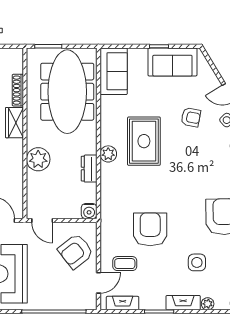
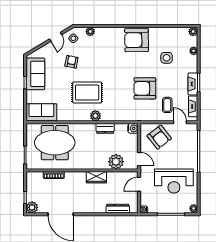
meeting table: (67, 92) -> (55, 143), width x0.73
wardrobe: (14, 123) -> (96, 177), moved
plant: (38, 159) -> (116, 162), moved
door: (42, 220) -> (139, 159), hinge flipped
fireplace: (183, 303) -> (193, 84), moved

